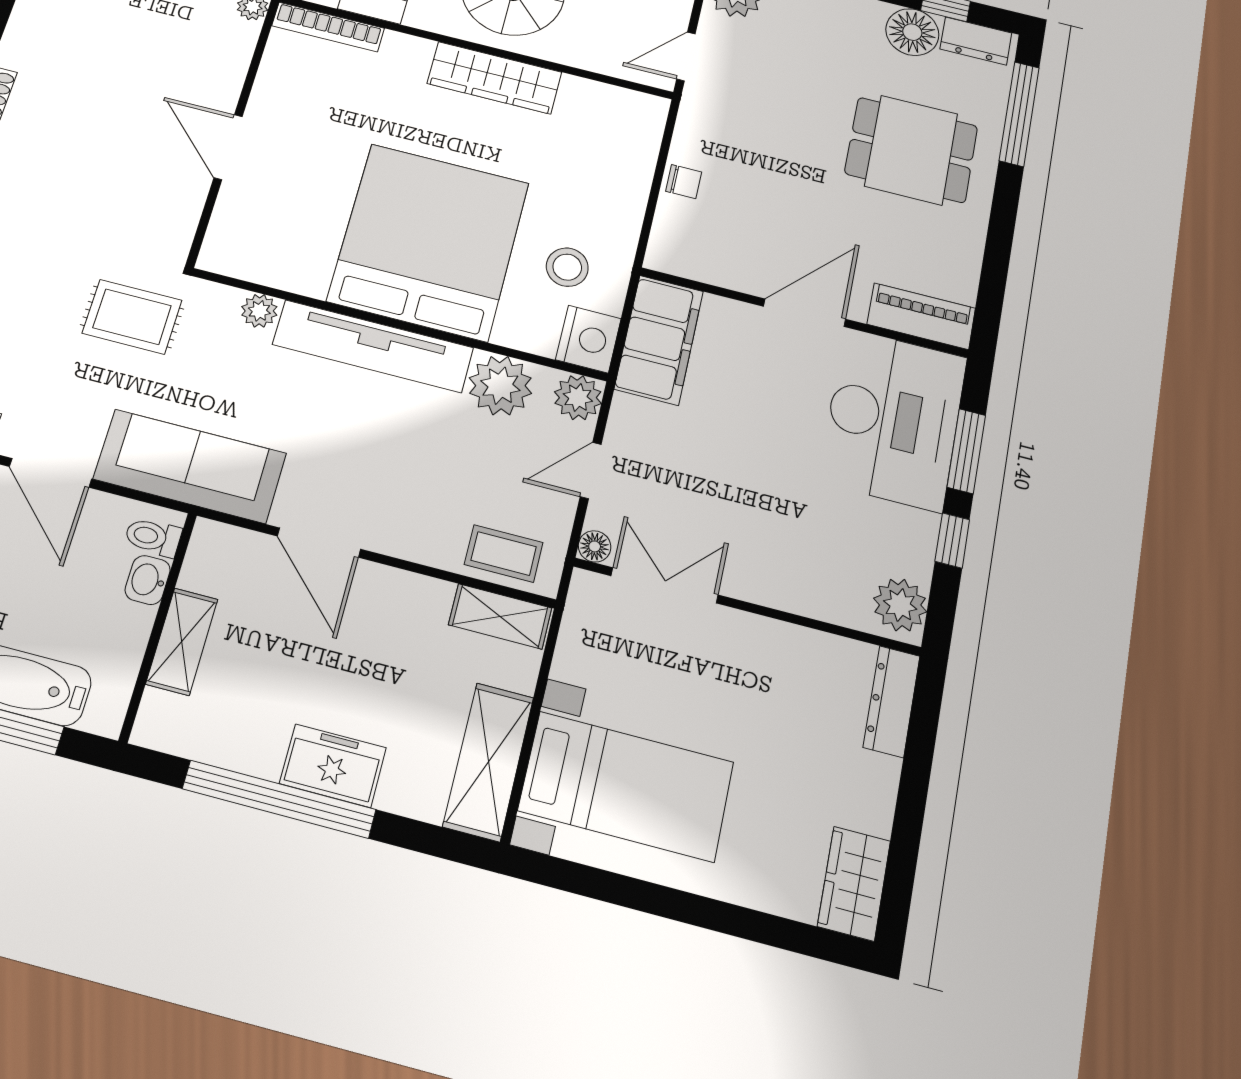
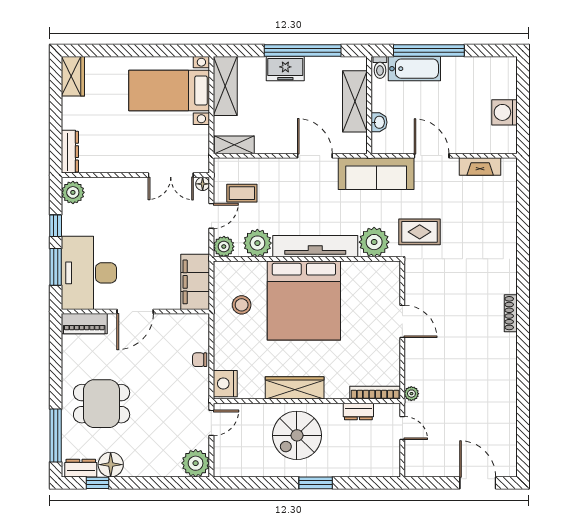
plant: (259, 311) -> (374, 242), width x1.88, depth x1.88
nightstand: (588, 339) -> (225, 384), moved
toilet: (153, 537) -> (380, 67), moved, turned 90
coffee table: (504, 553) -> (242, 193), moved
shelving: (182, 642) -> (355, 101), width x1.50, depth x1.33

